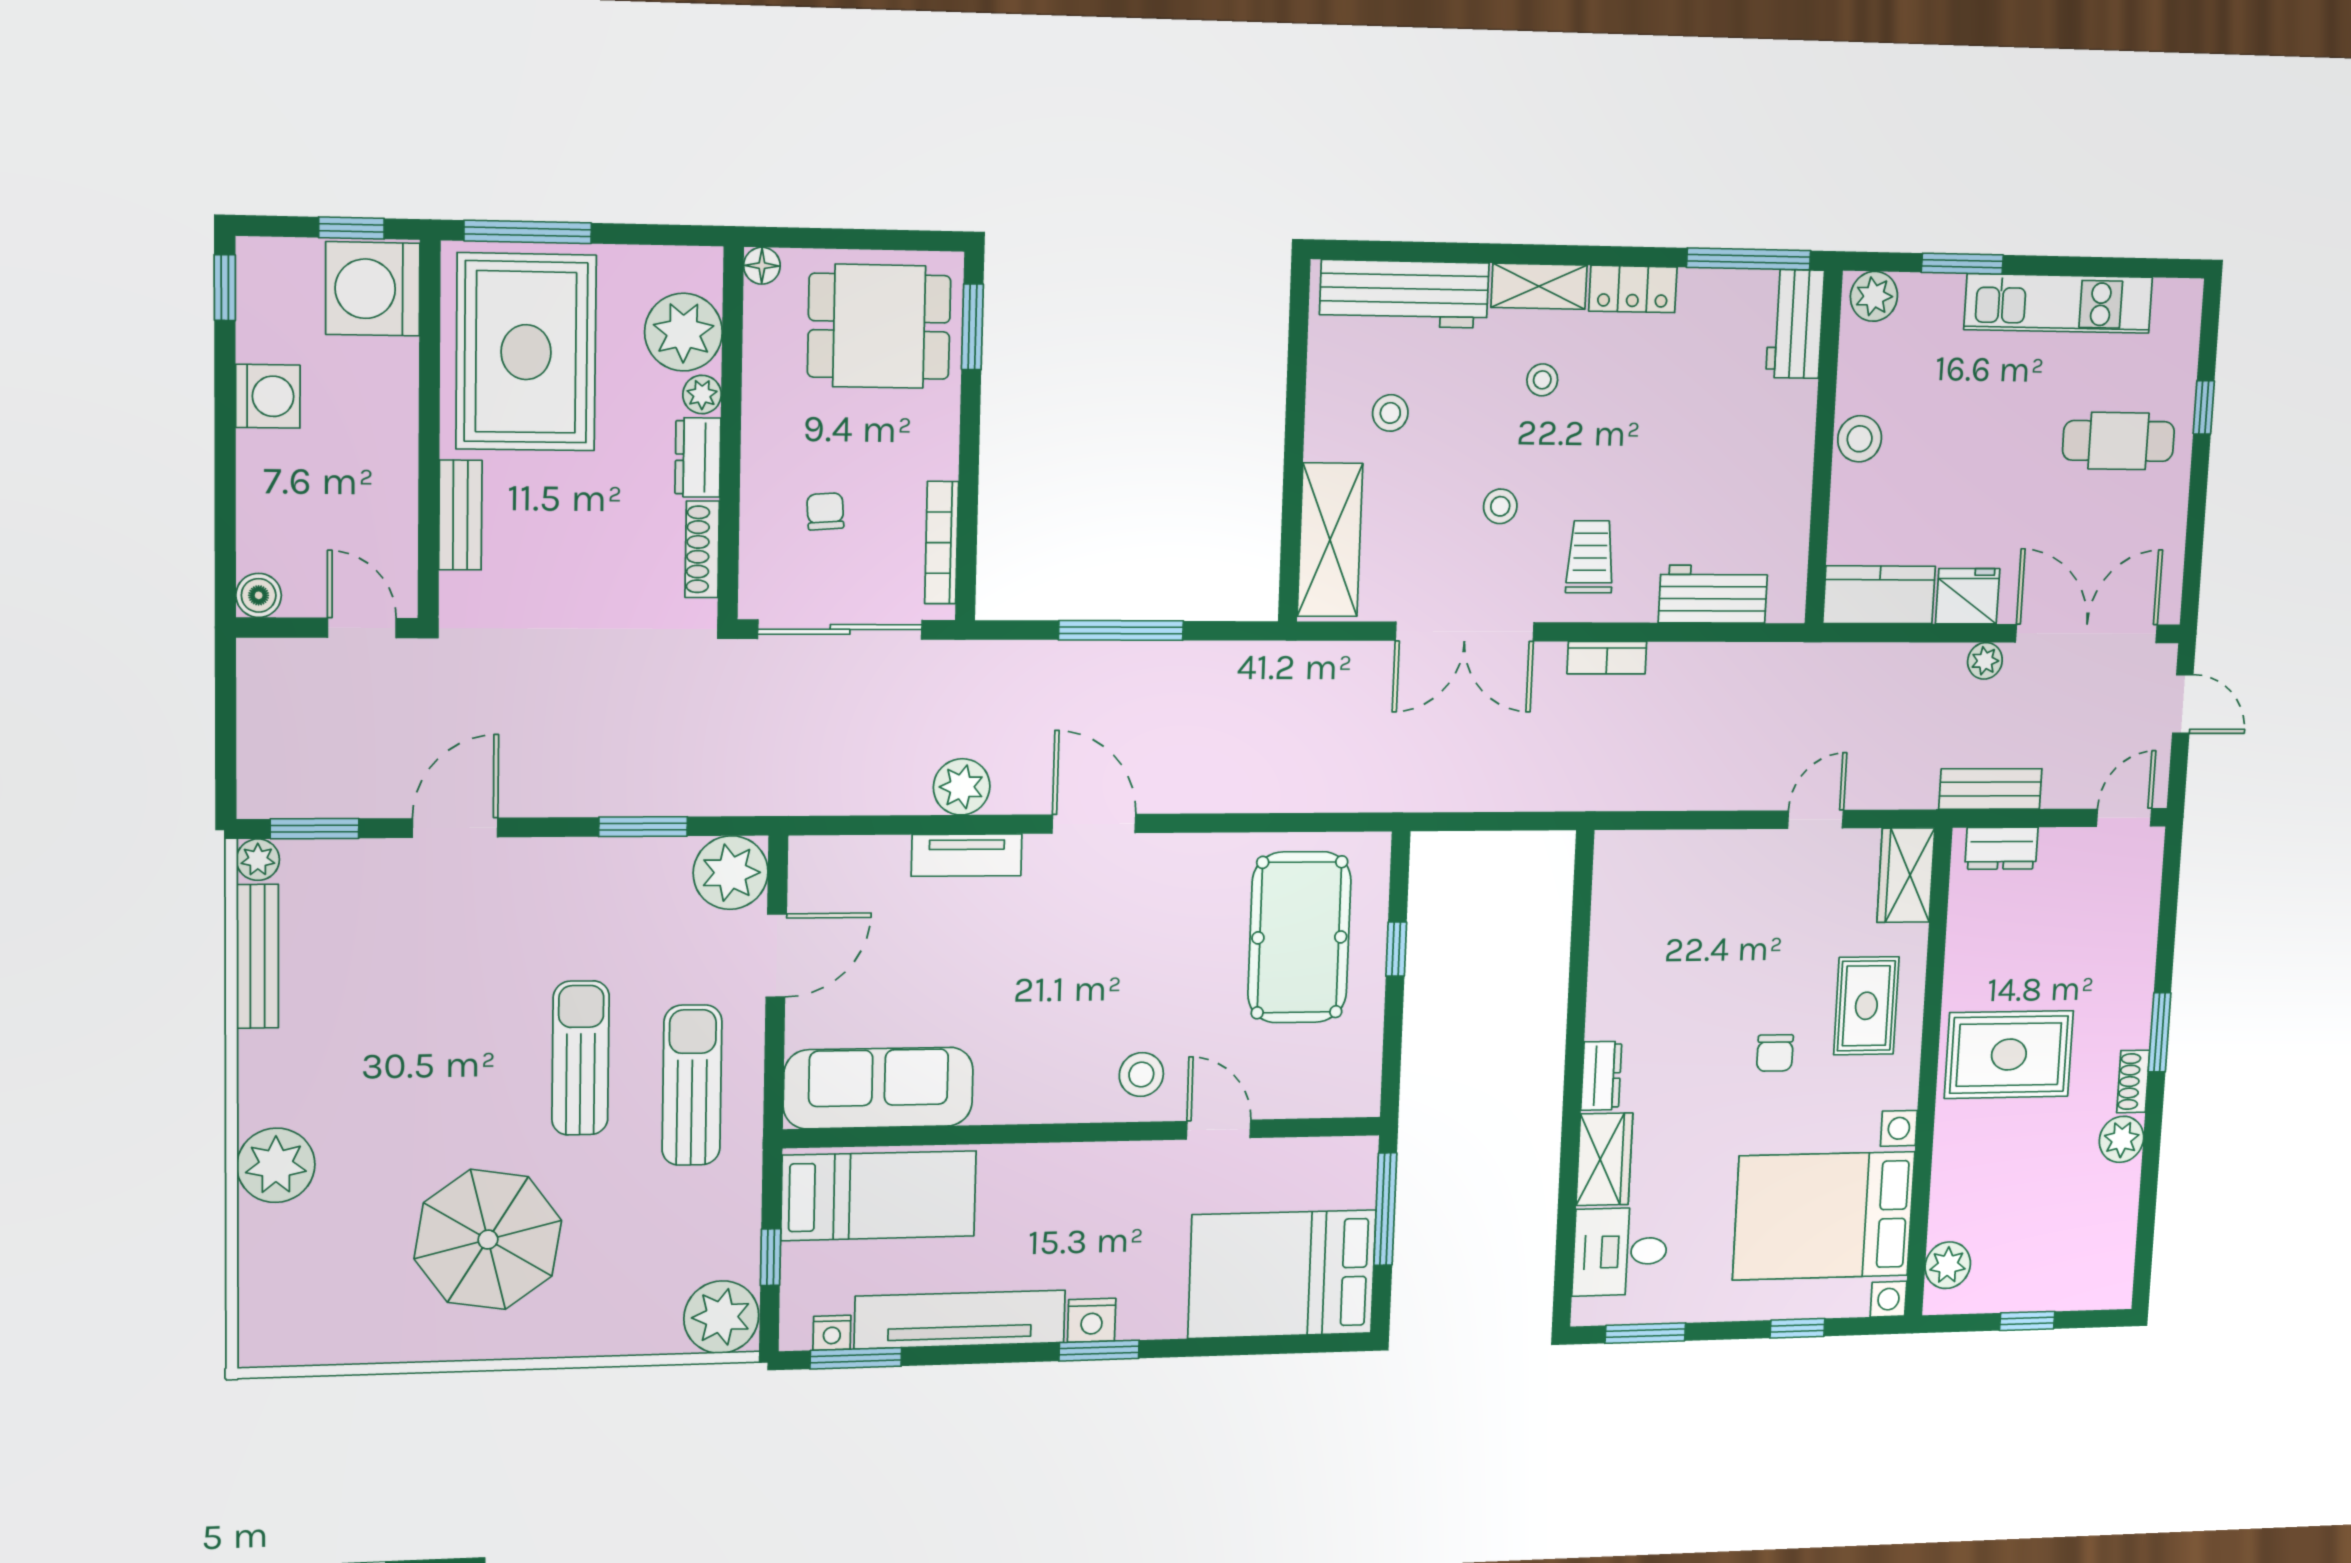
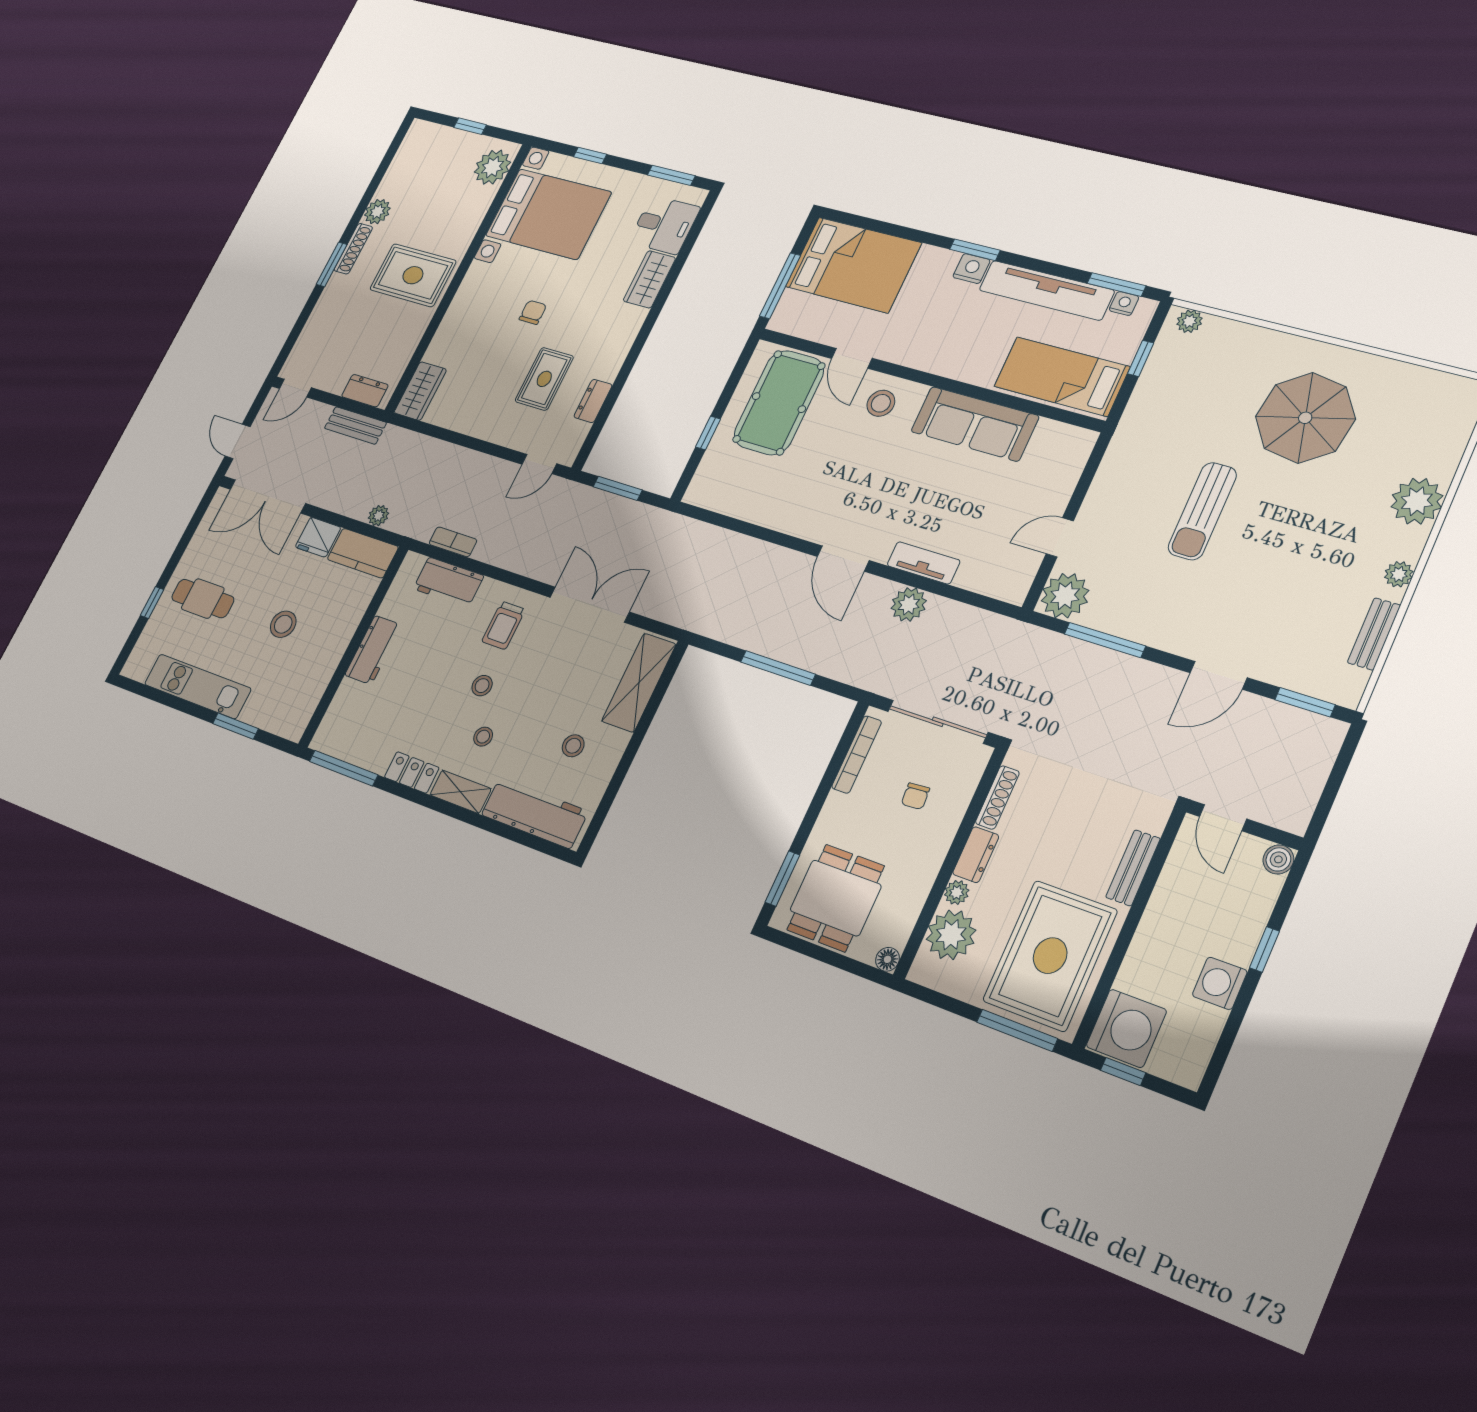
window: (225, 288) -> (1264, 949), moved
plant: (1874, 296) -> (289, 724), removed
workbench: (1795, 324) -> (373, 650), moved
dining table: (879, 326) -> (836, 898), turned 90
stool: (1860, 439) -> (283, 624), moved
stool: (1500, 506) -> (482, 686), moved
bookcase: (1607, 658) -> (453, 542), moved
plant: (1985, 661) -> (378, 516), moved
door: (1815, 819) -> (539, 464), moved
window: (1503, 821) -> (618, 488), added
window: (643, 827) -> (1105, 640), width x1.44
plant: (258, 860) -> (1399, 574), moved
pool table: (1299, 937) -> (779, 403), moved
bench: (257, 956) -> (1374, 634), width x0.73
door: (776, 956) -> (1060, 537), width x0.73
rug: (1866, 1006) -> (544, 379), moved
dresser: (1601, 1076) -> (593, 401), moved
shoe rack: (2133, 1081) -> (353, 249), width x1.43
sun lounger: (692, 1085) -> (1143, 475), removed
sofa: (878, 1088) -> (975, 424), moved
plant: (1948, 1265) -> (492, 167), width x1.36, depth x1.36
plant: (721, 1317) -> (1189, 321), width x0.53, depth x0.53

